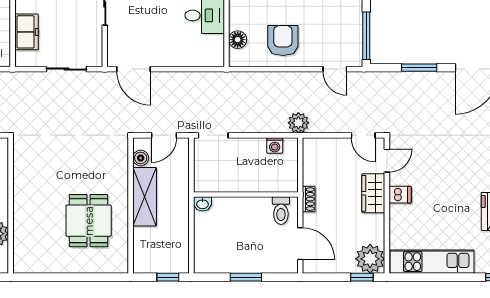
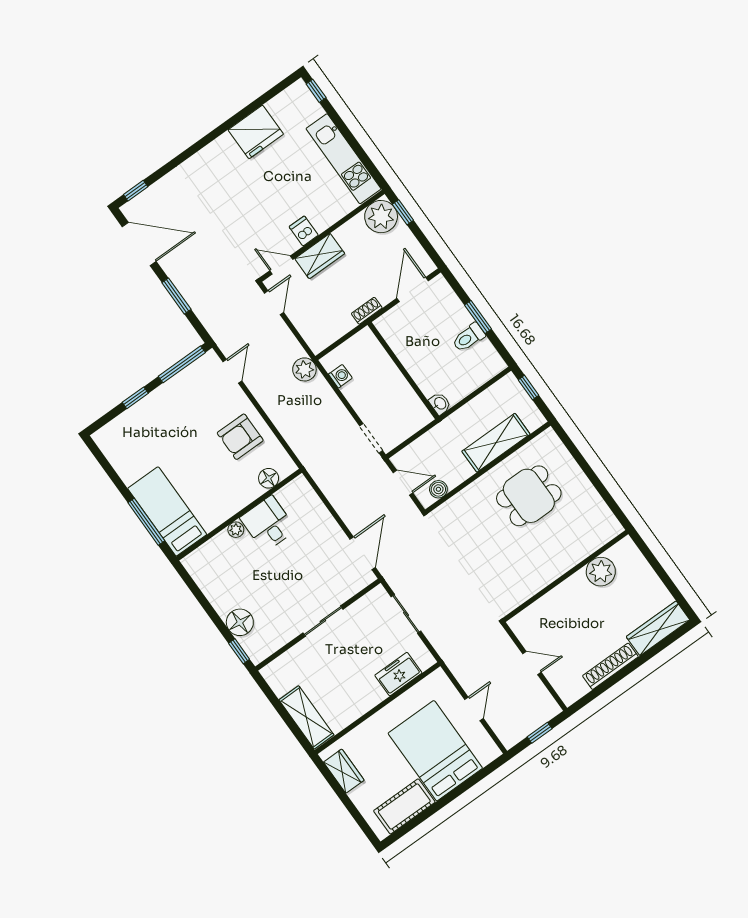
shelving: (145, 197) -> (496, 443), moved
toilet: (281, 211) -> (469, 337), moved, turned 180

